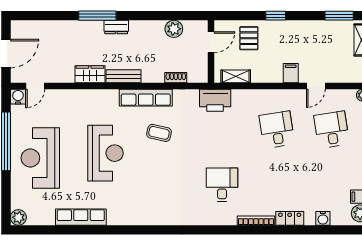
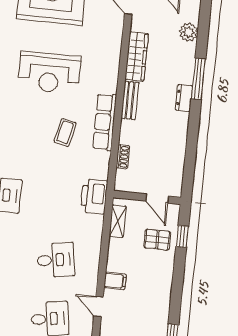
window: (276, 16) -> (182, 236), moved
plant: (174, 29) -> (189, 32), moved
wardrobe: (90, 74) -> (137, 56), width x1.50

